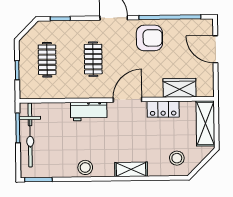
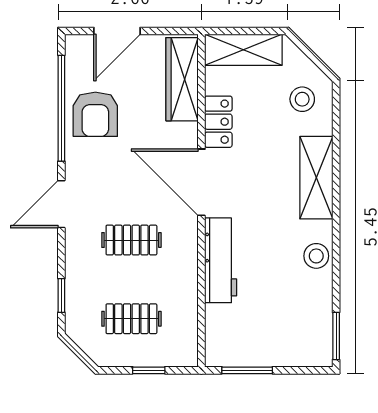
armchair: (149, 38) -> (95, 114), moved, turned 180
wardrobe: (180, 88) -> (182, 79), width x1.50
door: (127, 100) -> (201, 182), width x1.36
workbench: (89, 111) -> (221, 260), width x1.38
bicycle: (30, 135) -> (260, 349), removed
shelving: (131, 169) -> (316, 178), width x1.50, depth x1.33

